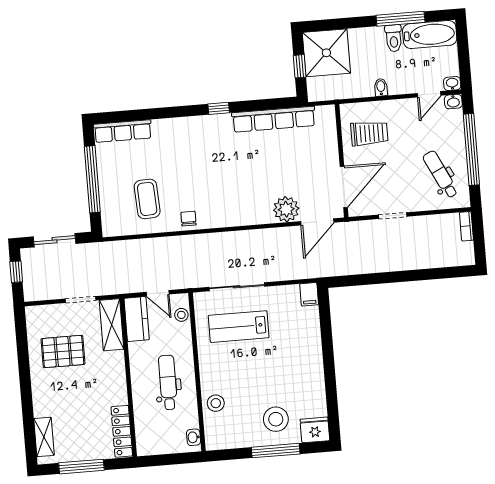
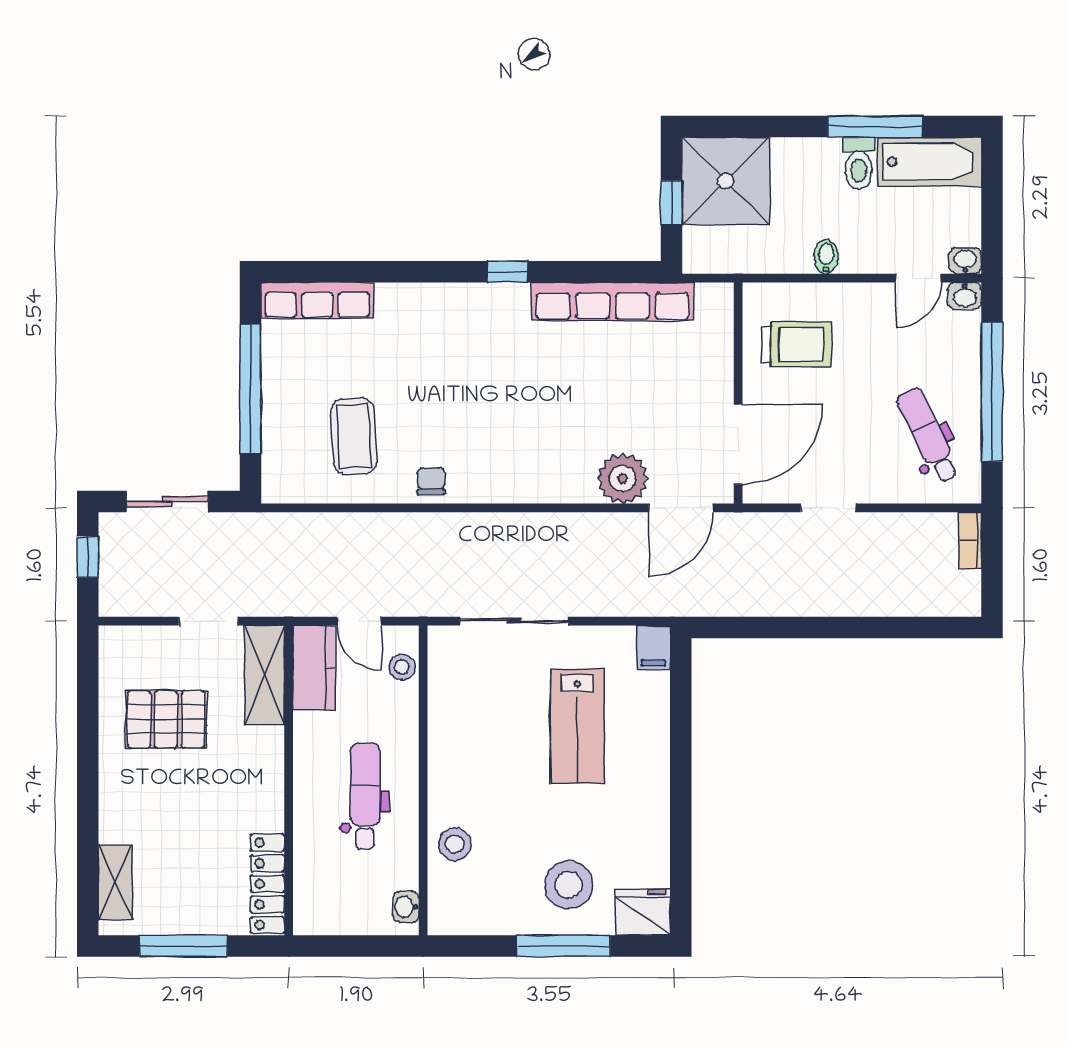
lab bench: (239, 327) -> (577, 726), moved, turned -90

